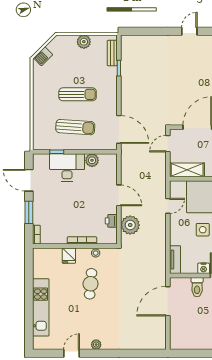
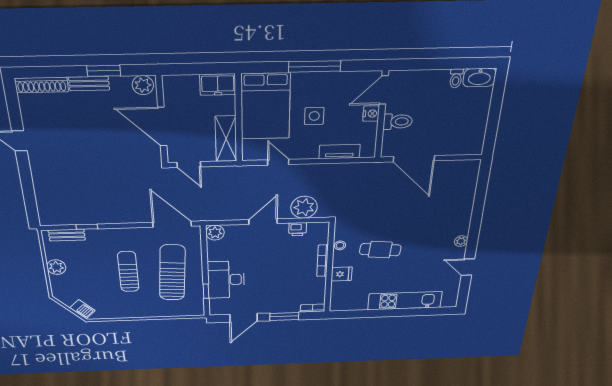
sun lounger: (75, 127) -> (172, 273), width x1.36, depth x1.34
door: (119, 129) -> (172, 224), hinge flipped
plant: (92, 160) -> (215, 233), moved
tv unit: (175, 260) -> (339, 152), moved

